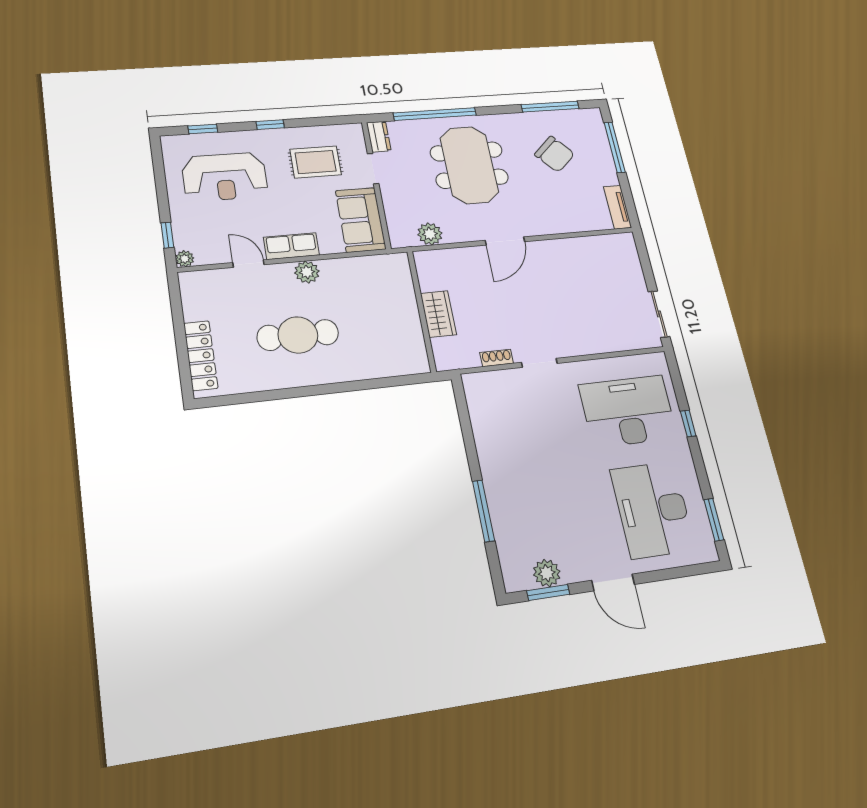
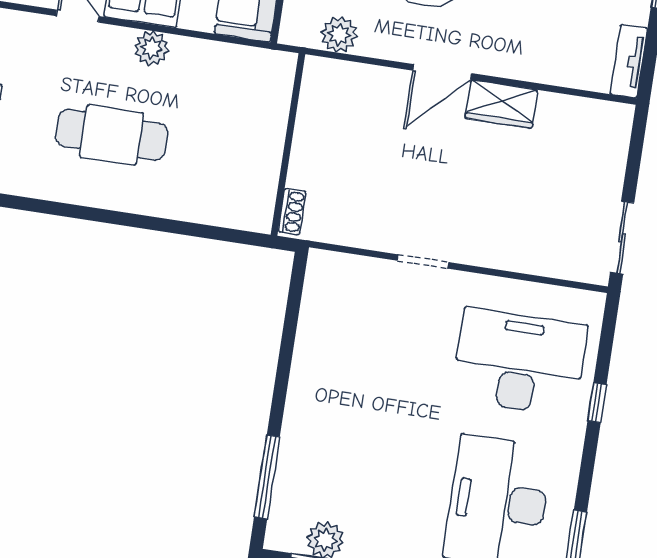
wardrobe: (438, 314) -> (501, 104), moved, turned 90
shoe rack: (497, 358) -> (292, 212), moved, turned 90
window: (483, 511) -> (267, 477), moved

